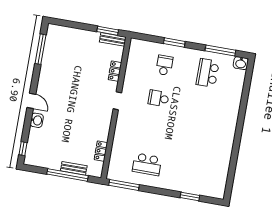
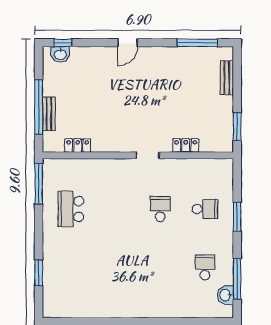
bench: (113, 39) -> (227, 78), moved
washbasin: (241, 63) -> (225, 295), moved
school desk: (208, 73) -> (205, 267), width x0.54
washbasin: (37, 120) -> (60, 54), moved

